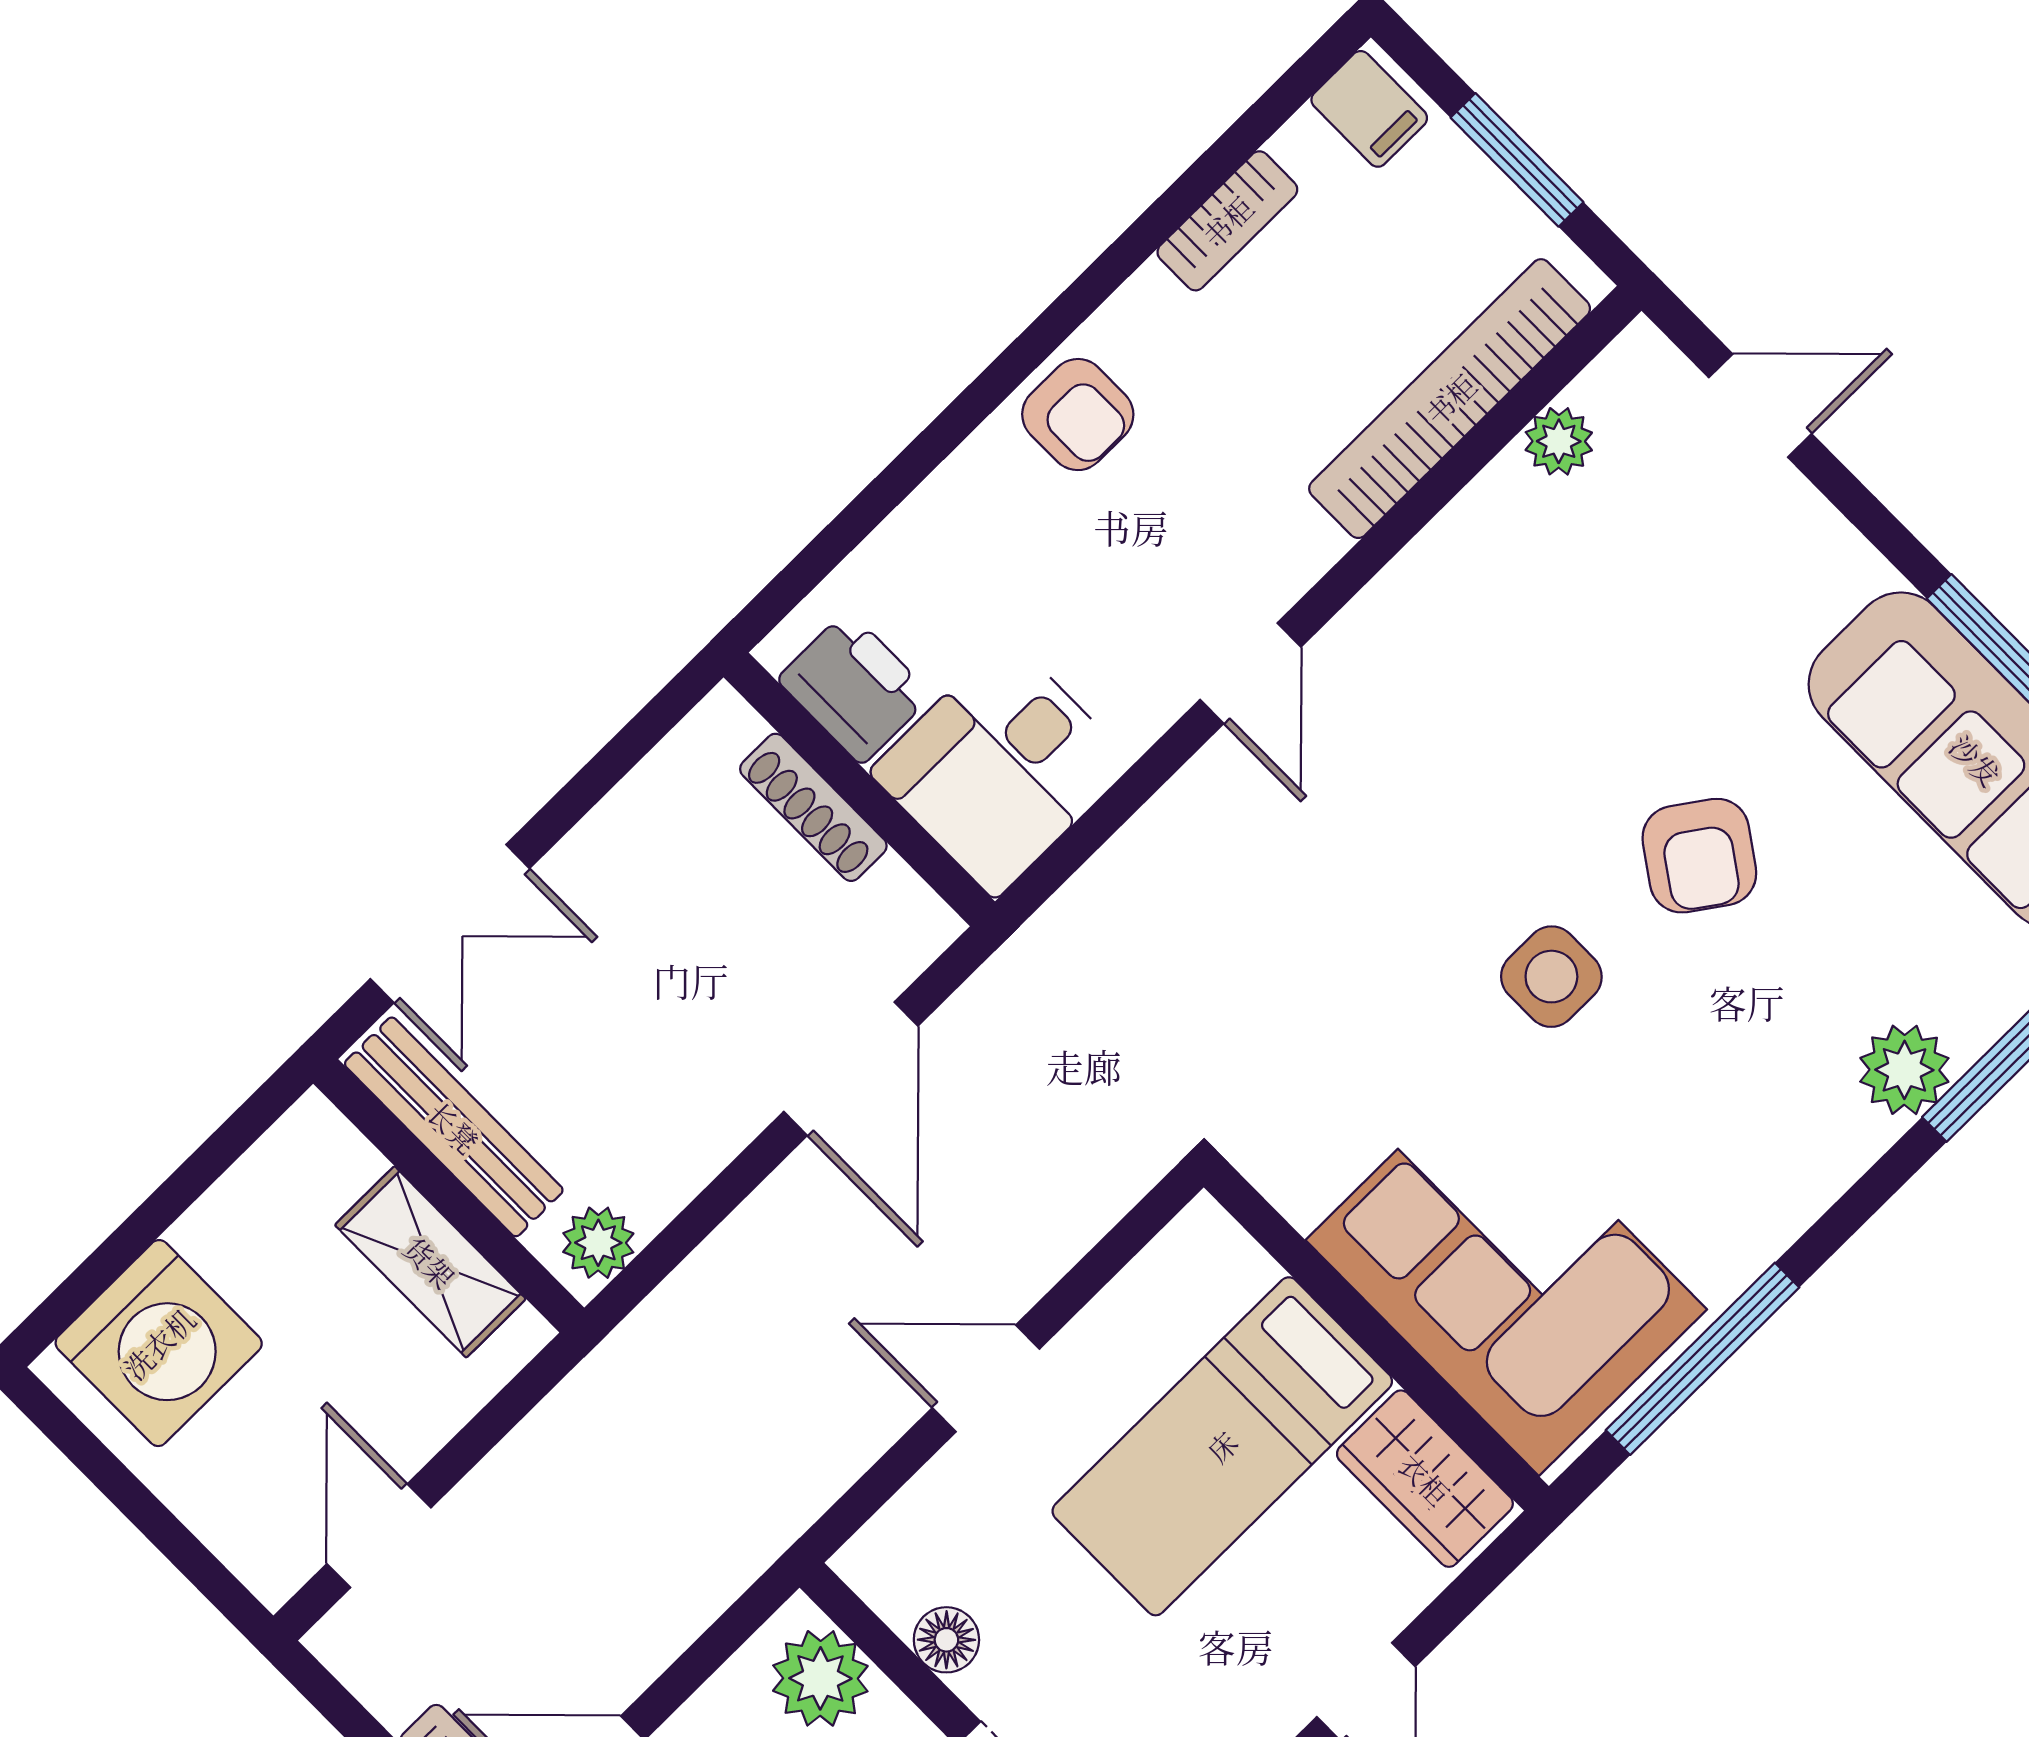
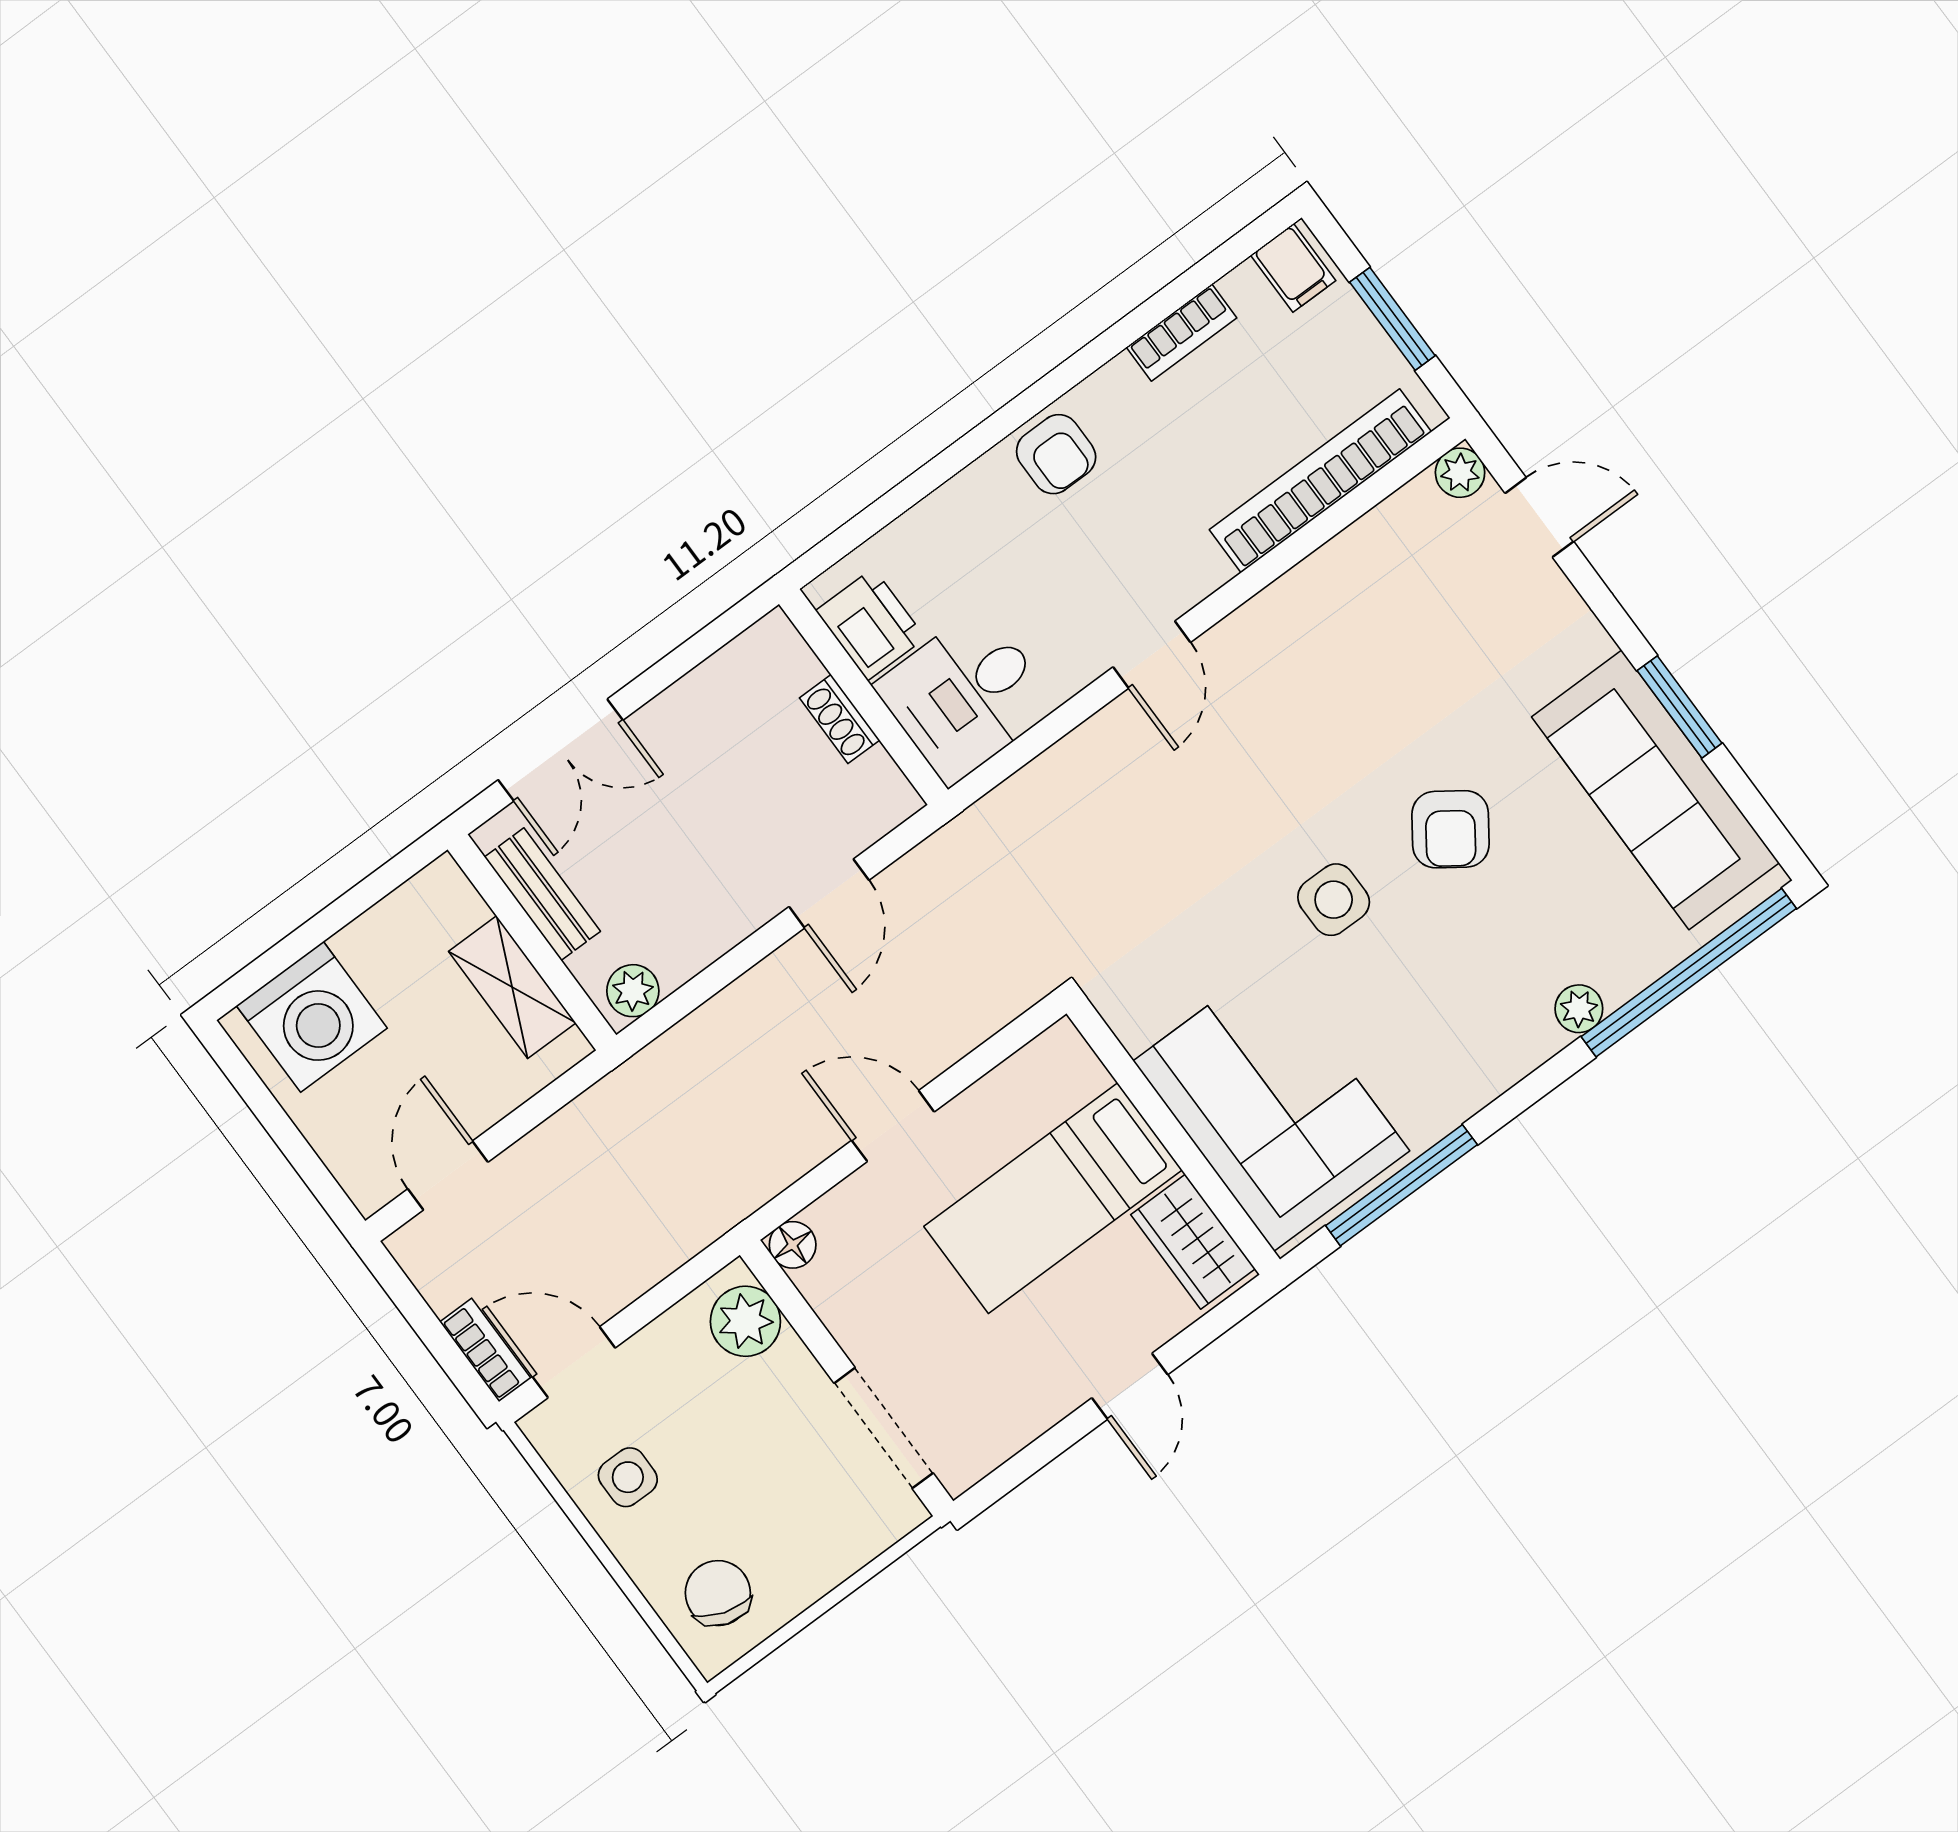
plant: (1559, 441) -> (1460, 473), moved
shoe rack: (813, 807) -> (840, 719), width x0.70
door: (851, 1069) -> (829, 893), width x0.73
plant: (1904, 1070) -> (1579, 1009), width x0.73, depth x0.73
bench: (454, 1127) -> (542, 894), width x0.73
floor lamp: (946, 1640) -> (793, 1245), moved

